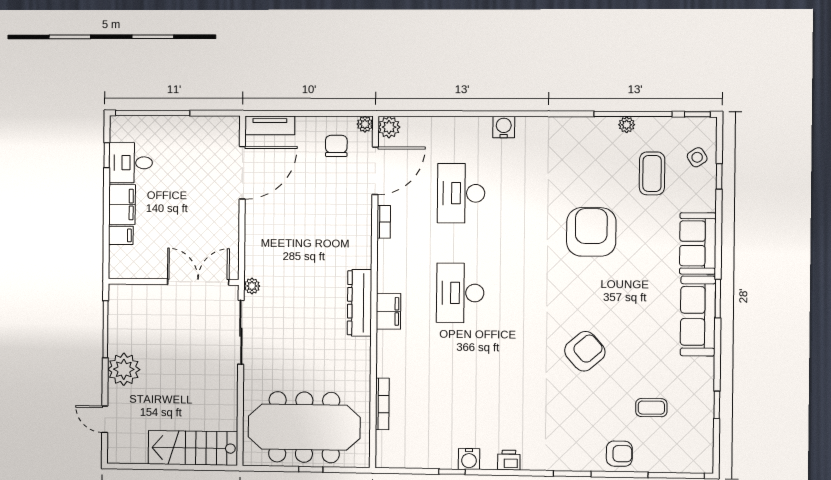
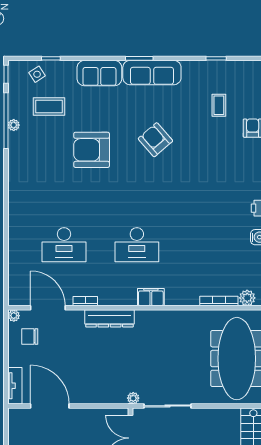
plant: (389, 127) -> (247, 298), moved
water cooler: (504, 127) -> (16, 214), removed
dresser: (360, 303) -> (109, 318), moved
armchair: (585, 351) -> (155, 140), moved

